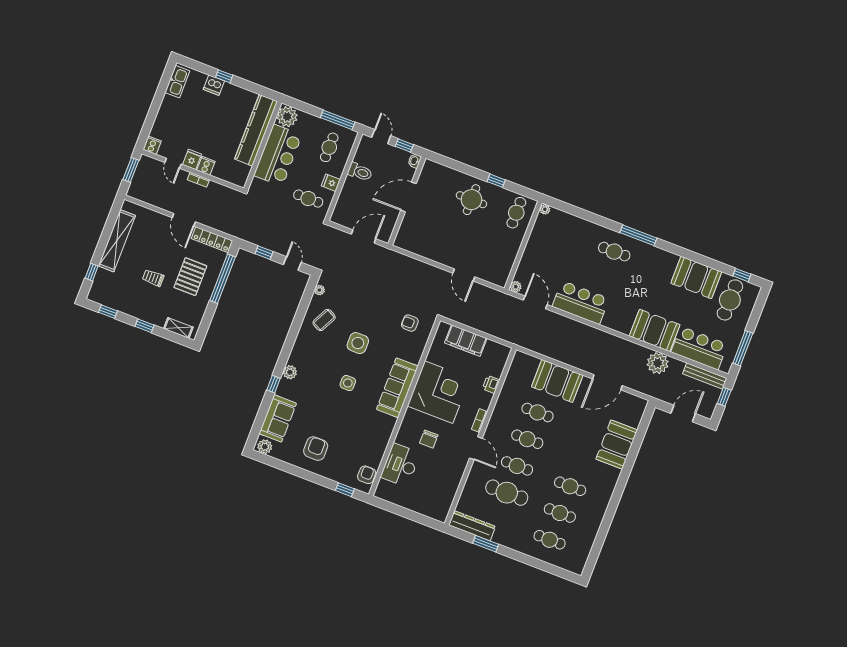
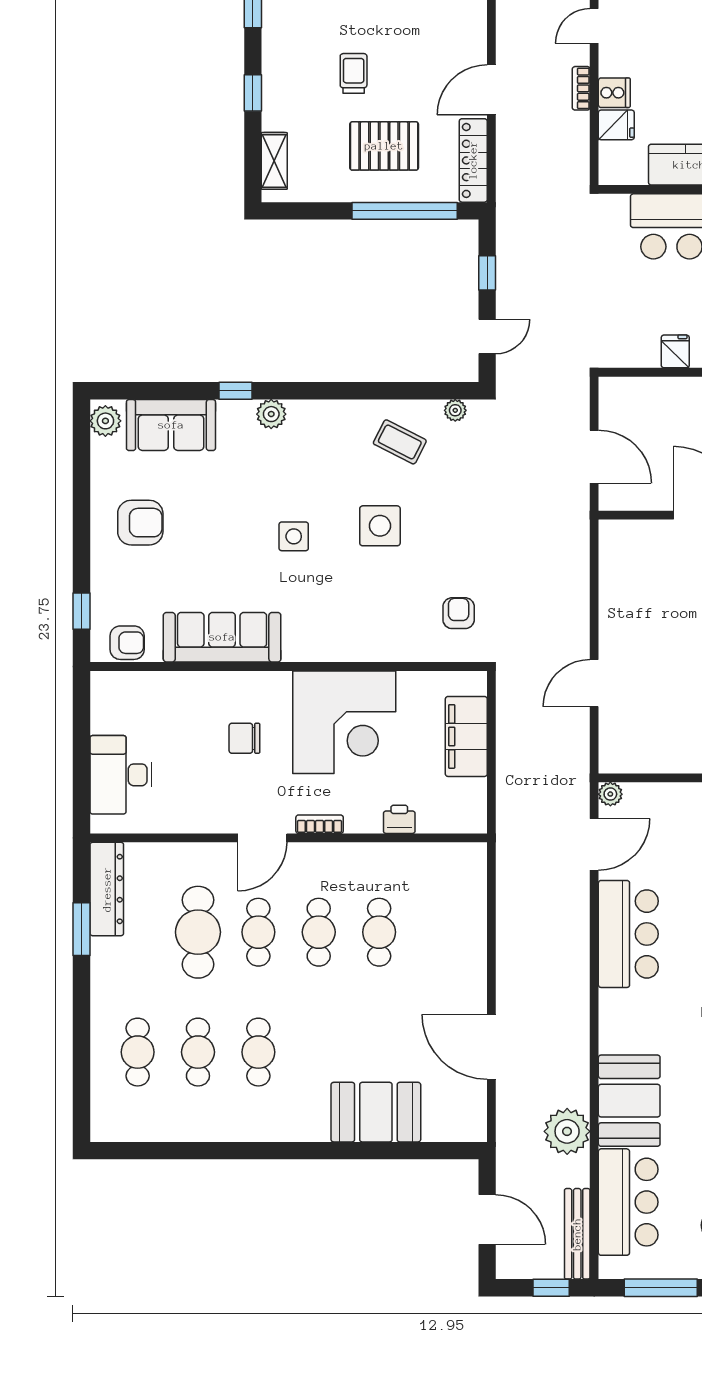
fridge: (192, 159) -> (616, 125), moved
cafe table: (308, 199) -> (627, 319), removed
booth: (557, 381) -> (456, 947), removed
sofa: (397, 388) -> (222, 637), moved
desk: (400, 465) -> (121, 775), moved, turned -90

